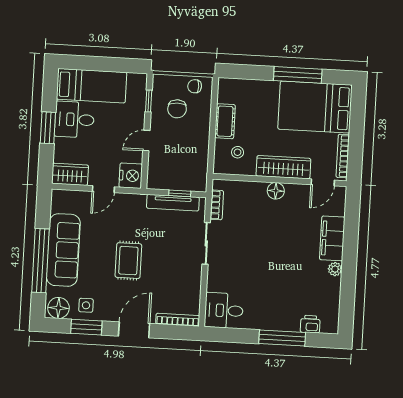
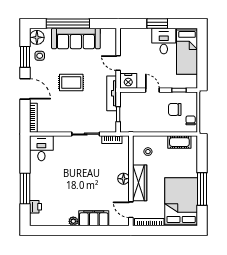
cot: (225, 121) -> (179, 142), moved
wardrobe: (70, 174) -> (127, 40), removed
tv unit: (173, 203) -> (112, 93), moved

